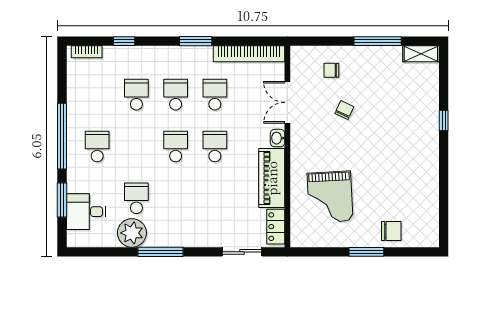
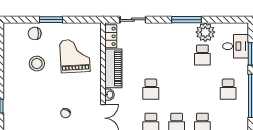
school desk: (176, 146) -> (177, 89), removed
stool: (388, 185) -> (37, 64), added

